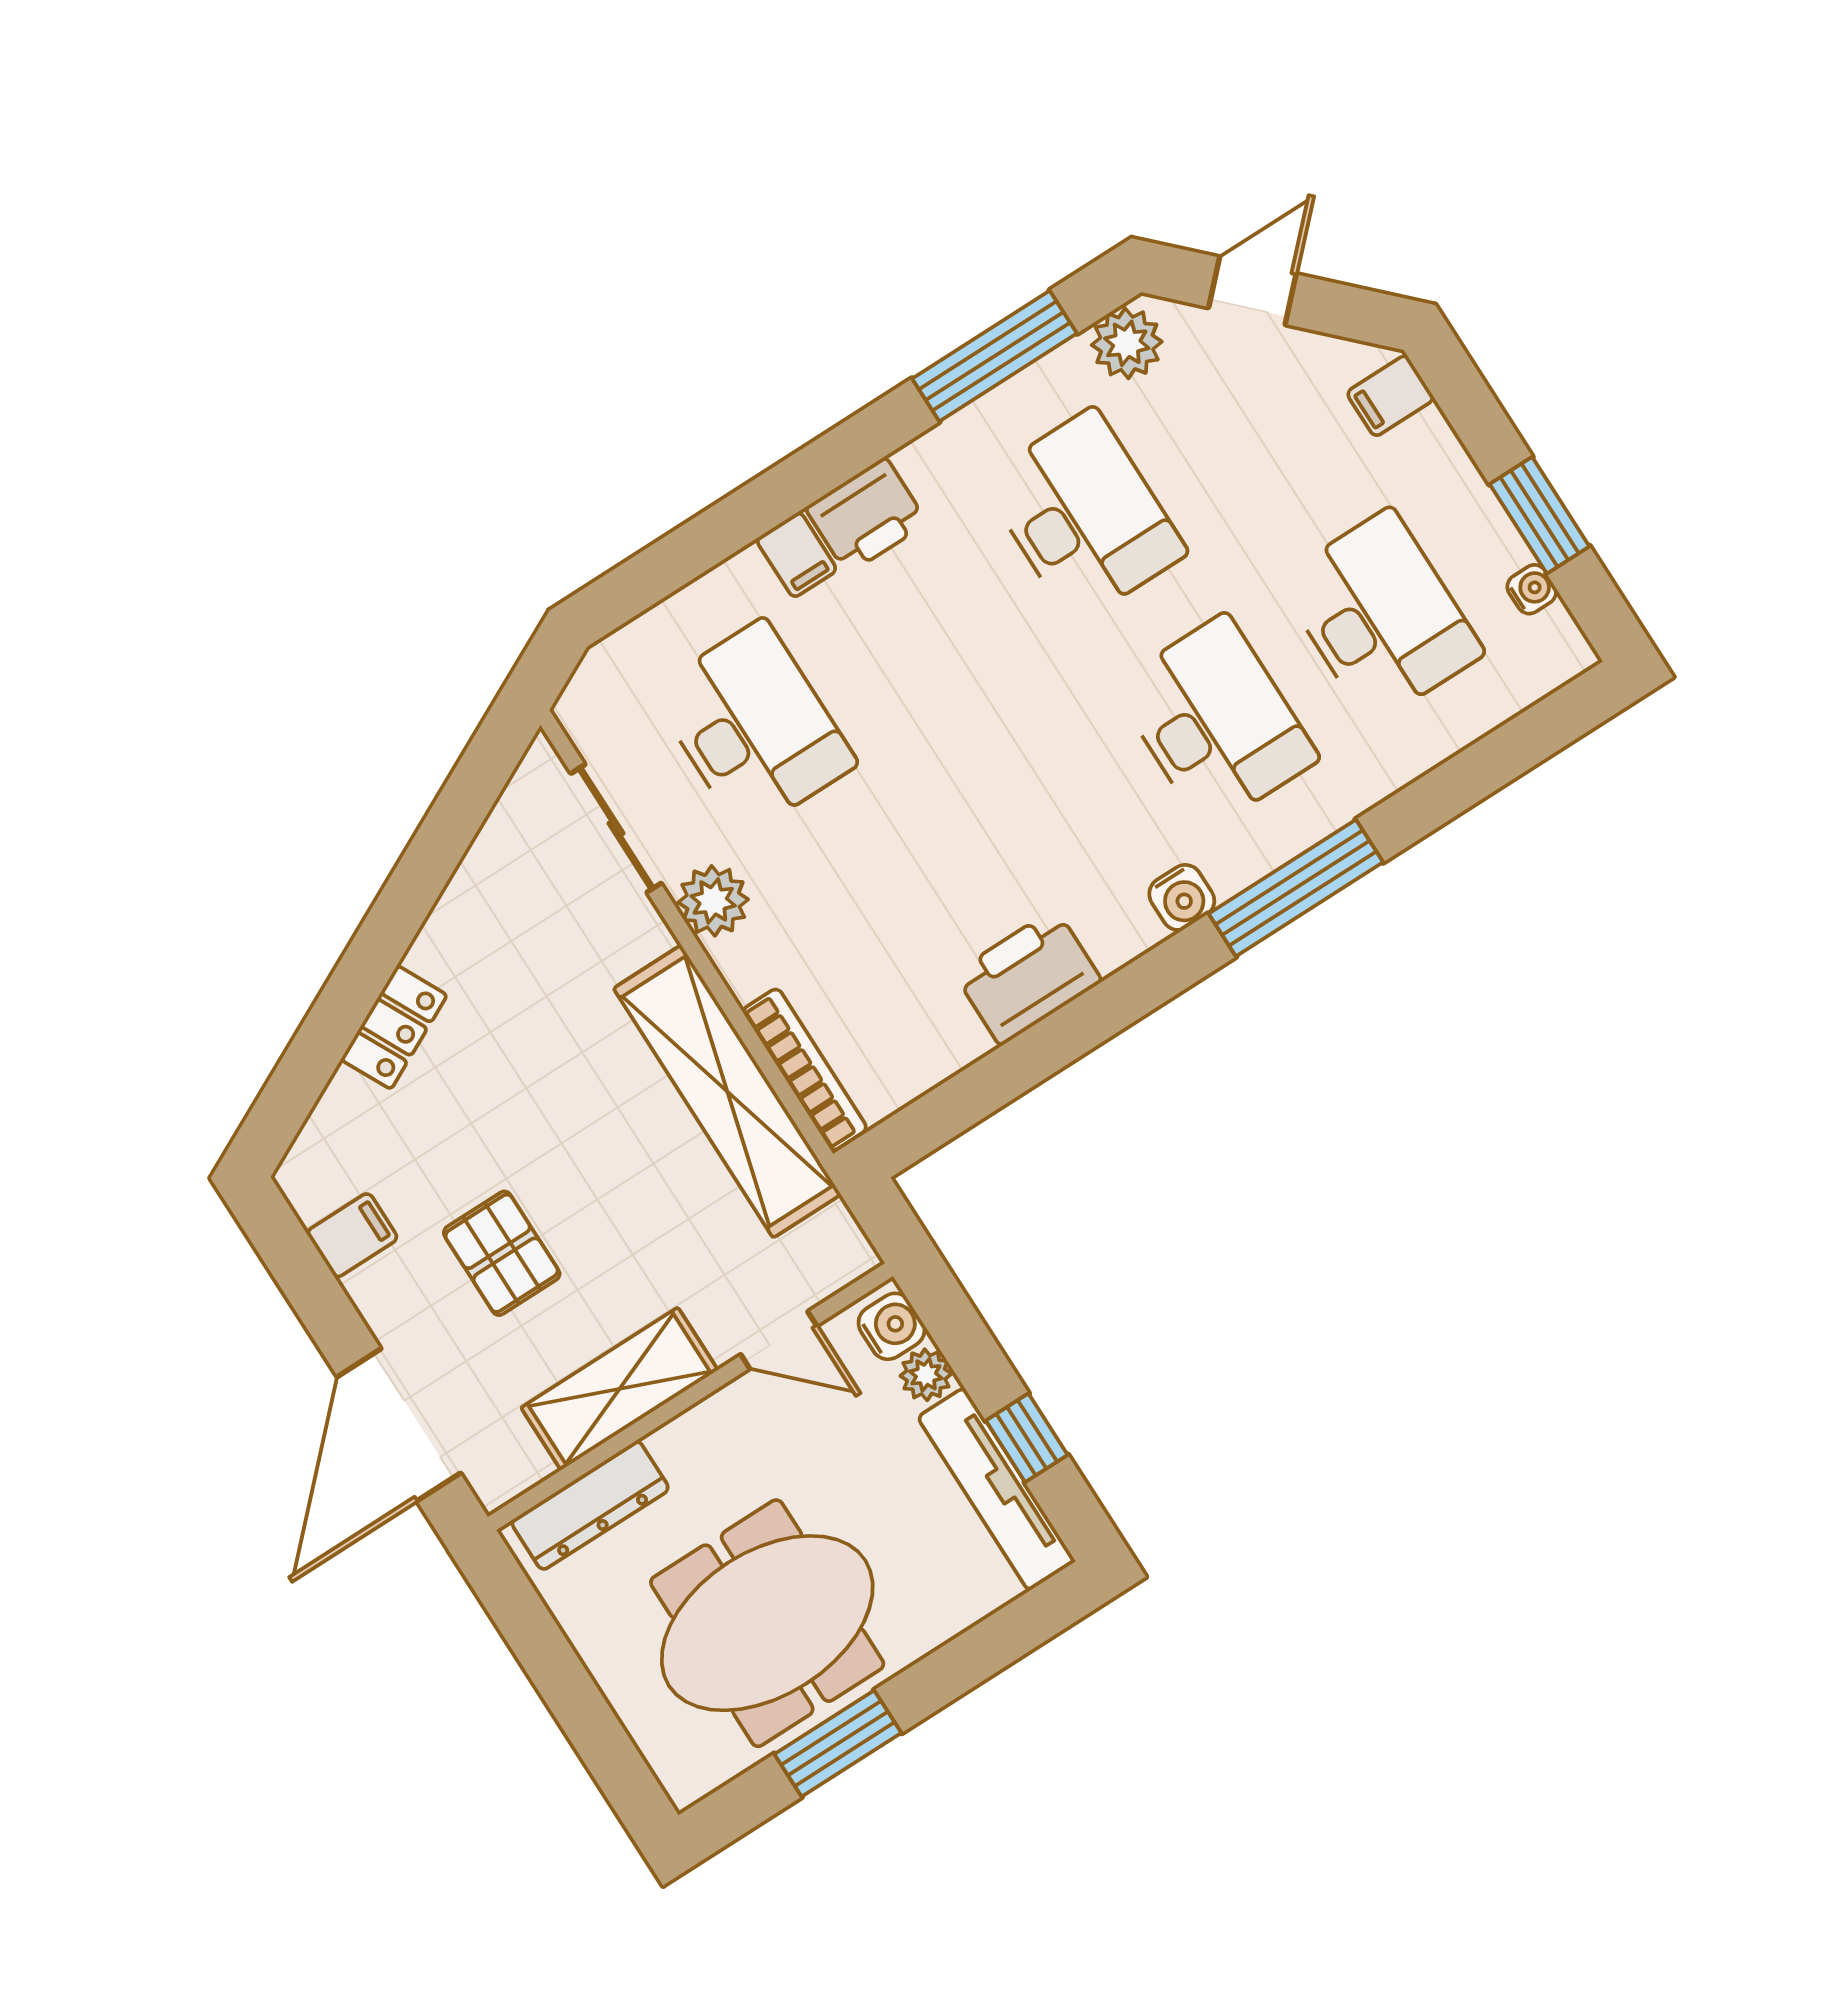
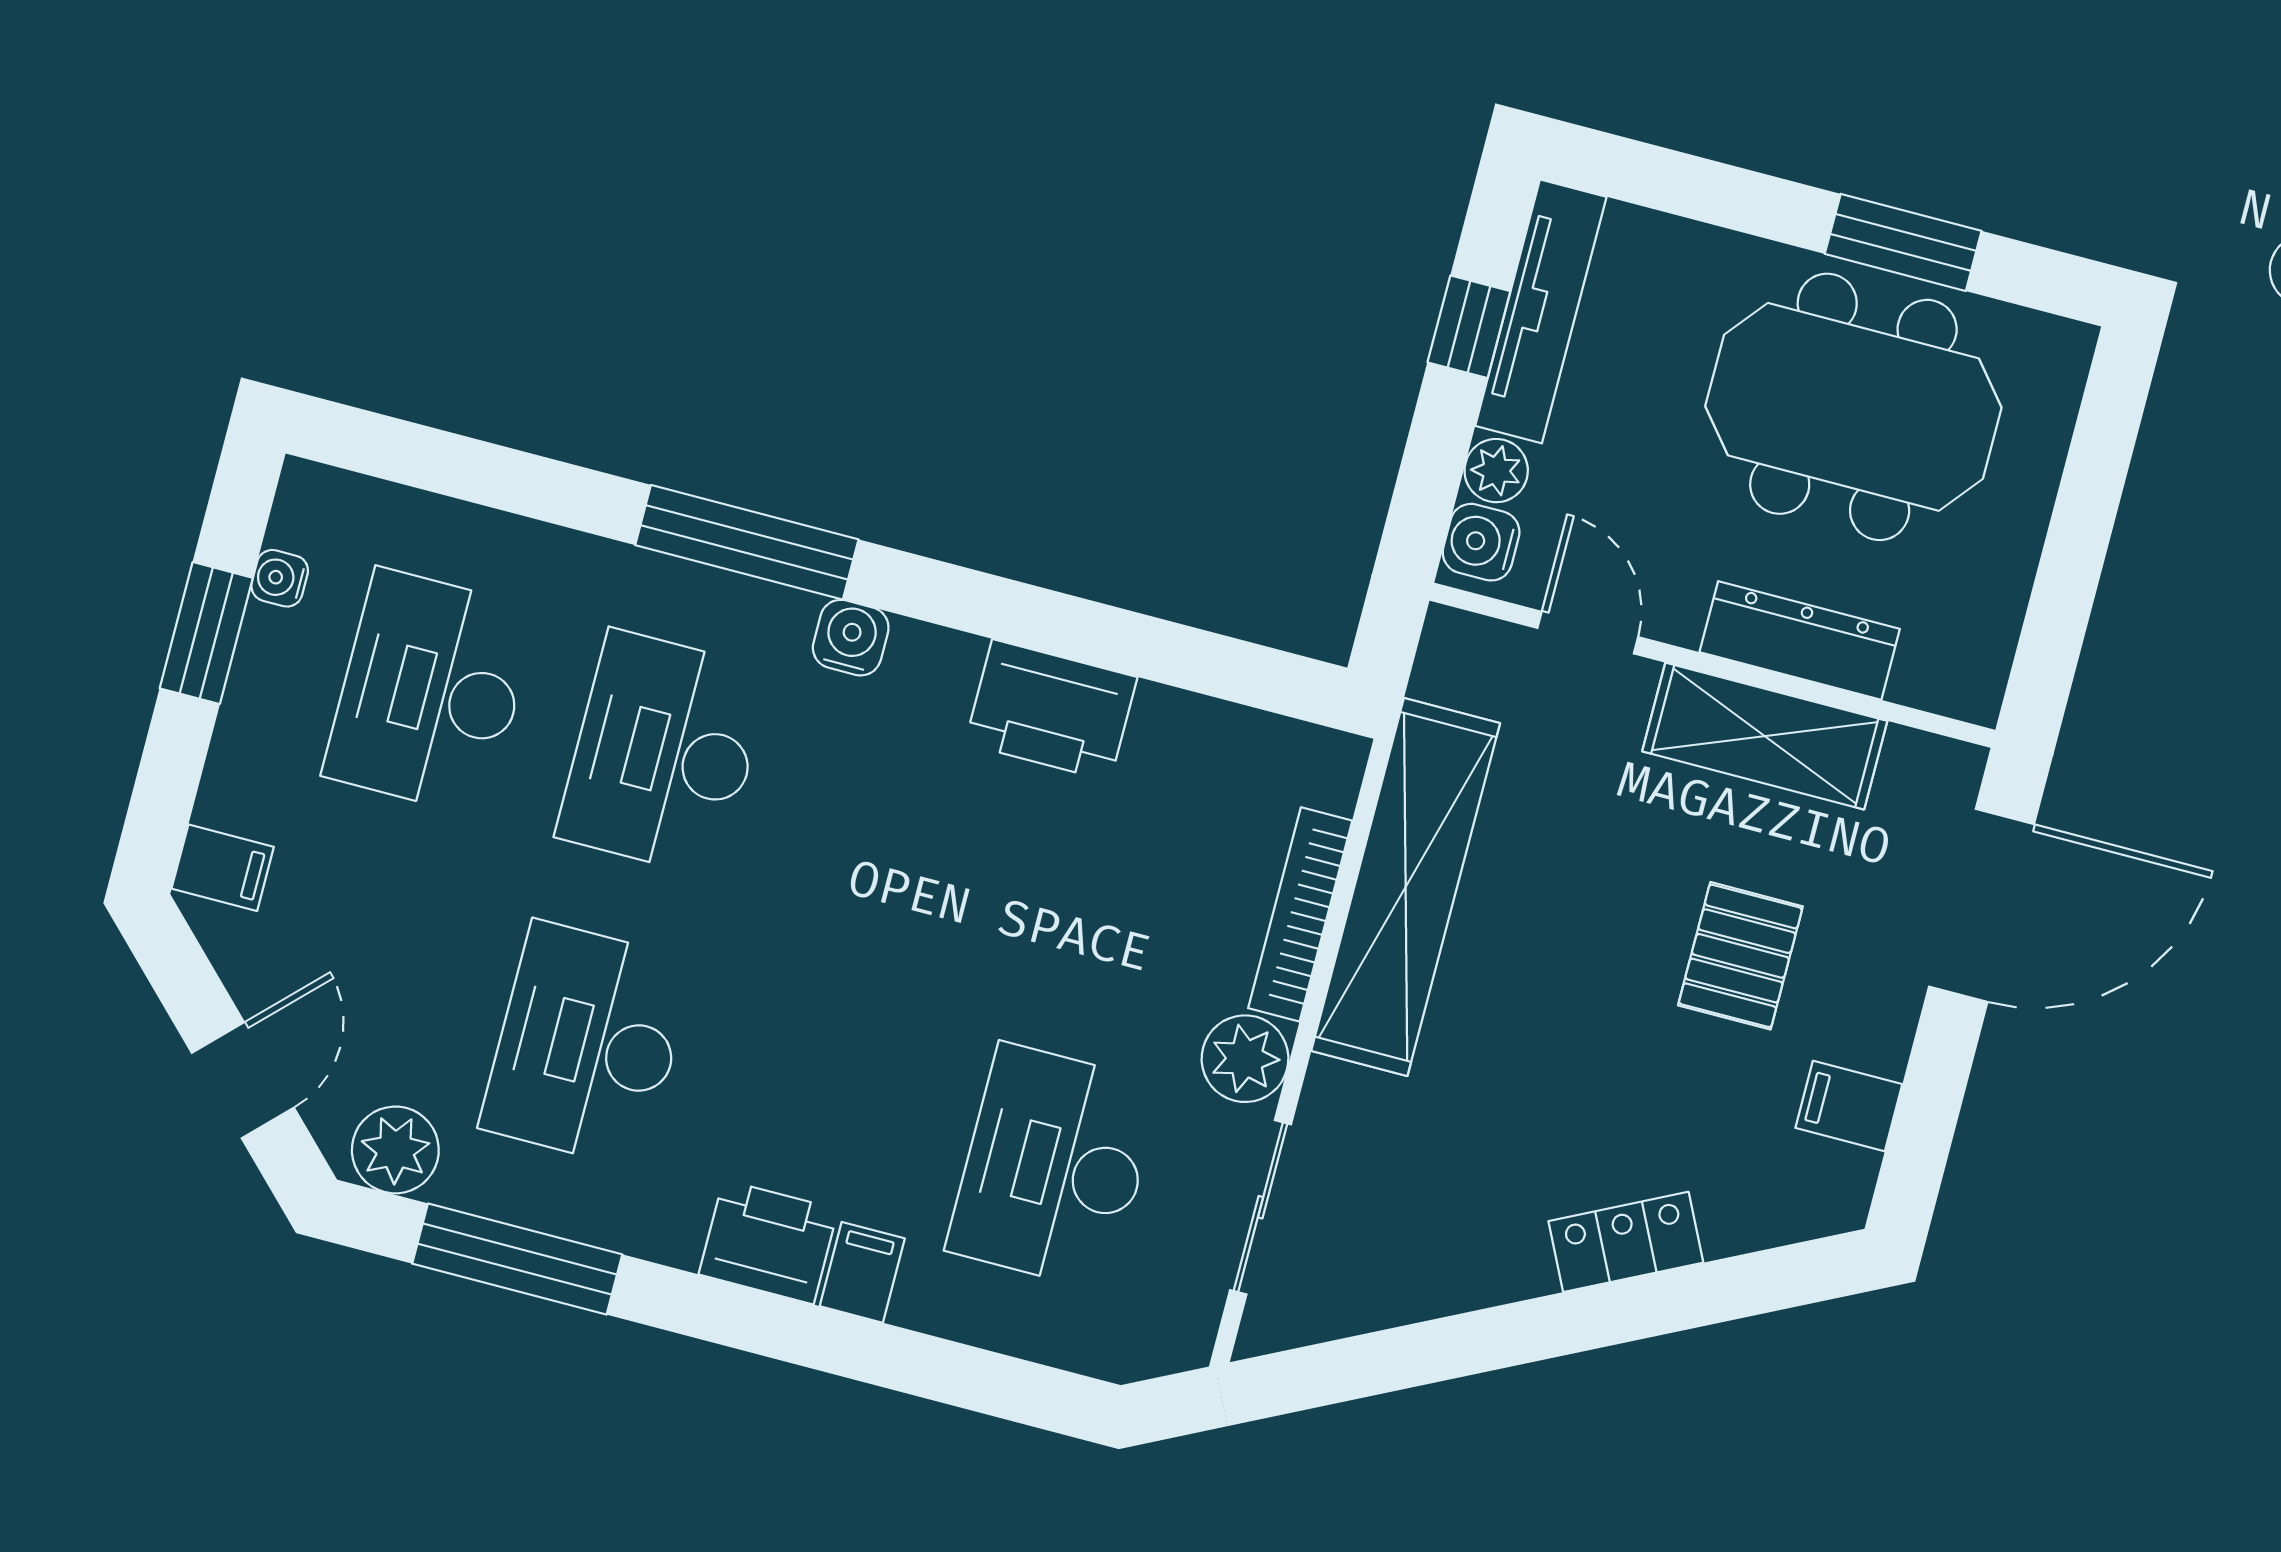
door: (1252, 291) -> (243, 1080), swing flipped
bookcase: (805, 1069) -> (1300, 914), moved
dresser: (590, 1505) -> (1800, 641), moved

